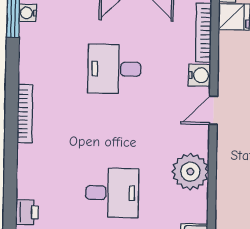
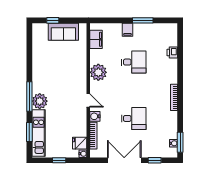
door: (213, 110) -> (88, 100), hinge flipped
desk: (112, 193) -> (134, 62), turned 180

